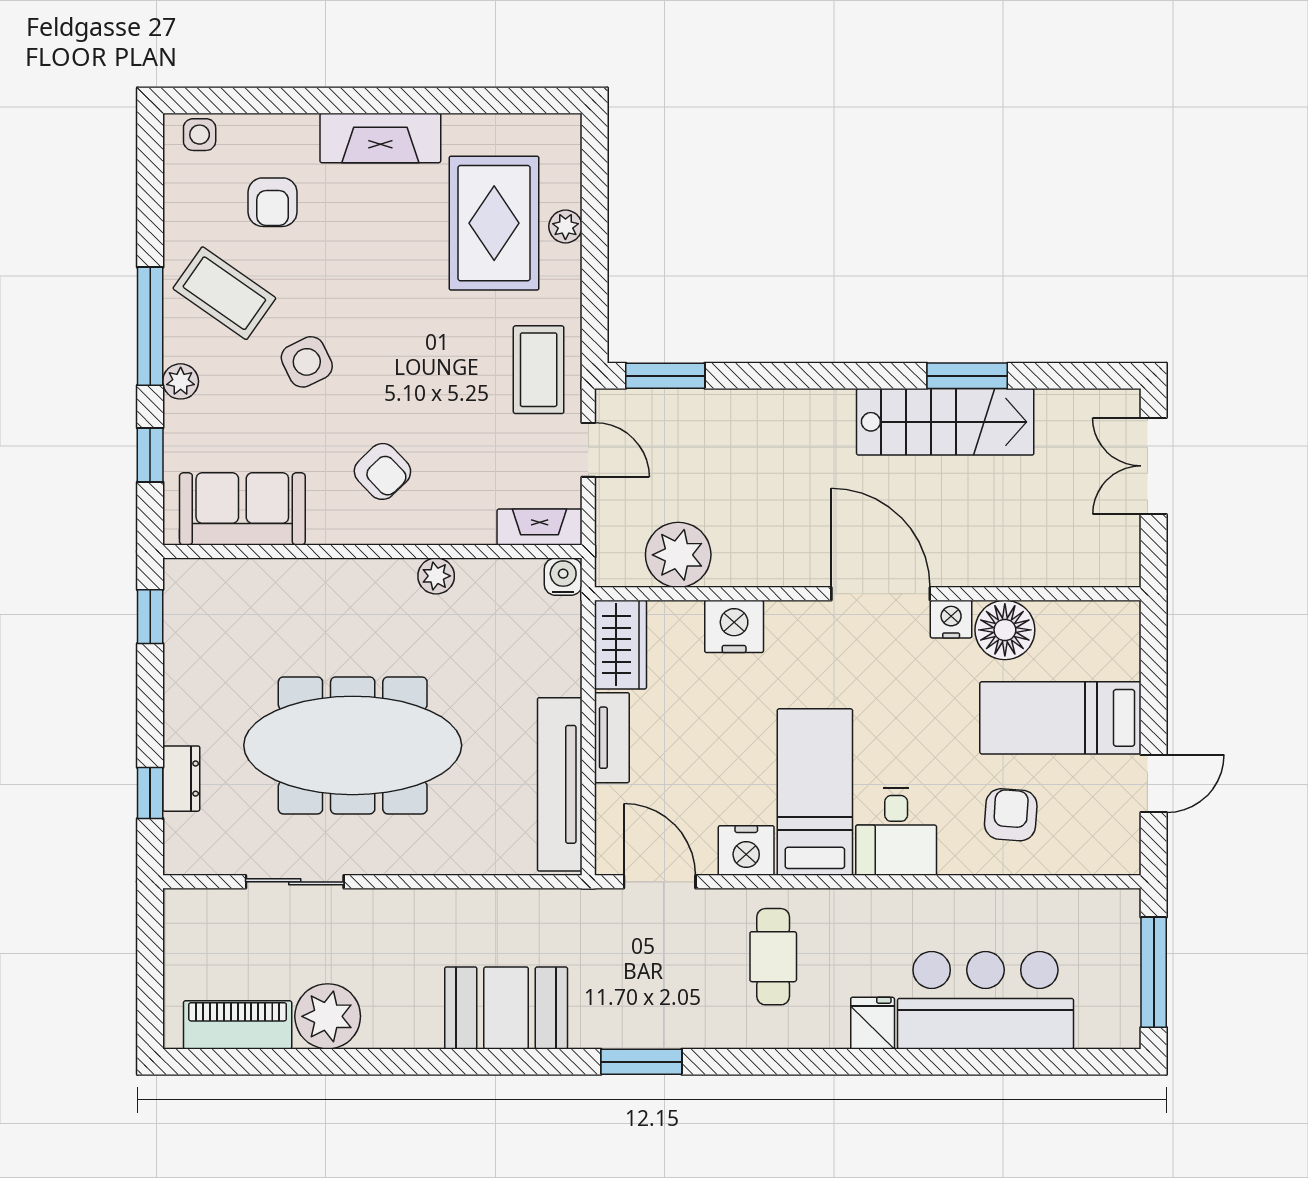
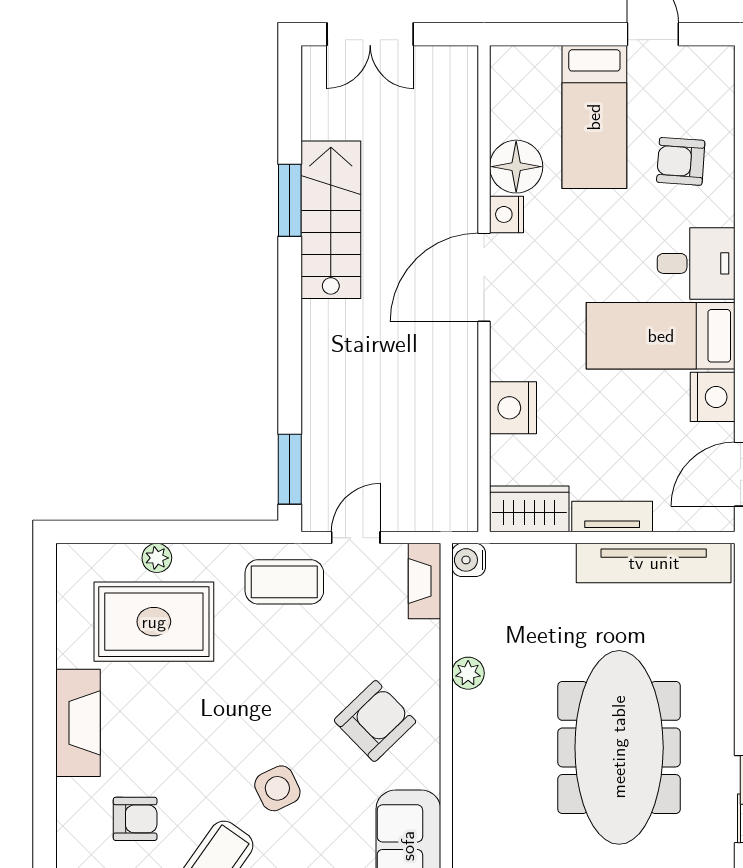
armchair: (382, 471) -> (375, 721), width x1.38, depth x1.38
plant: (678, 555) -> (449, 458), removed

